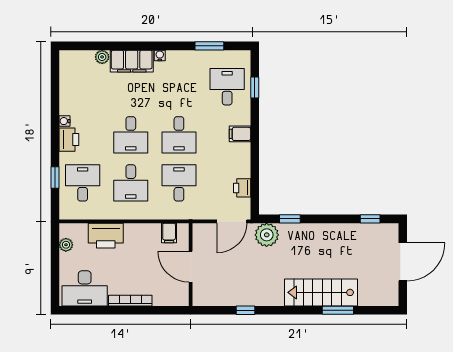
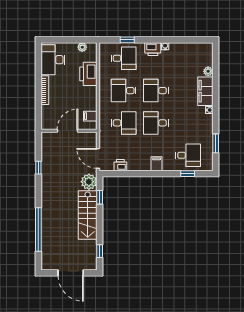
stairs: (321, 292) -> (88, 215), moved, turned 180
window: (338, 310) -> (38, 229), width x2.11

